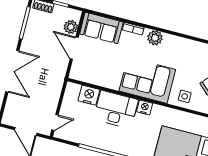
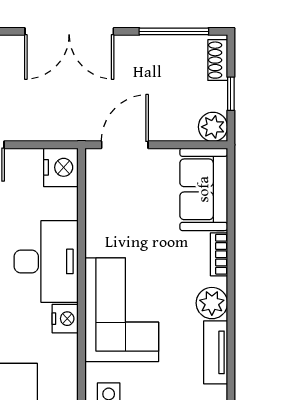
plant: (71, 27) -> (213, 127), moved
tv unit: (178, 42) -> (216, 352), added
door: (74, 48) -> (125, 145), moved
nightstand: (89, 95) -> (61, 167), moved

